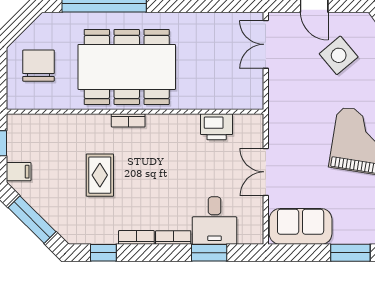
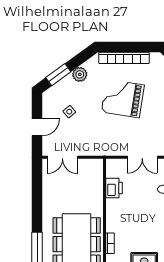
side table: (339, 55) -> (69, 112), width x0.54, depth x0.54

